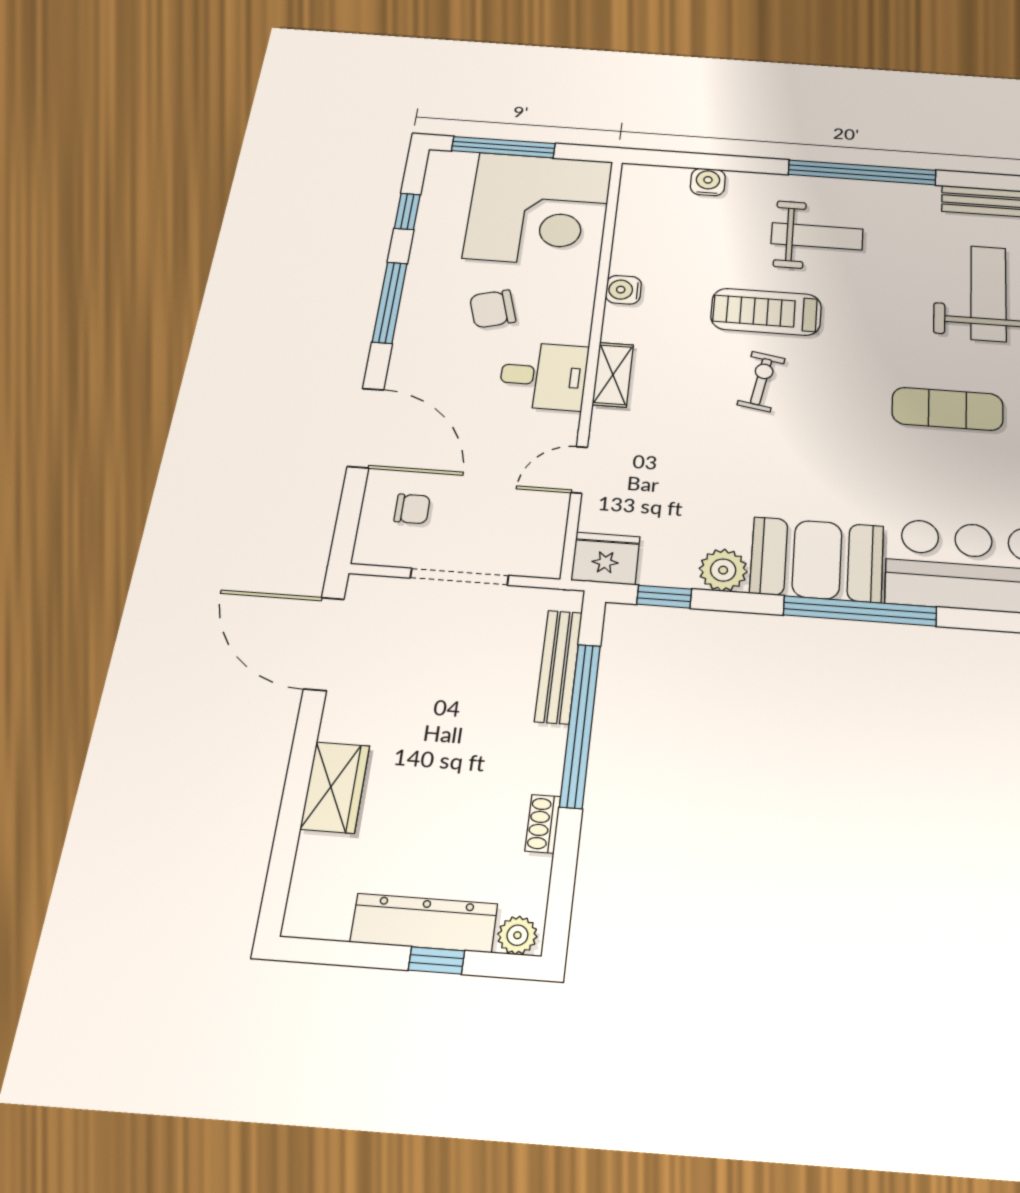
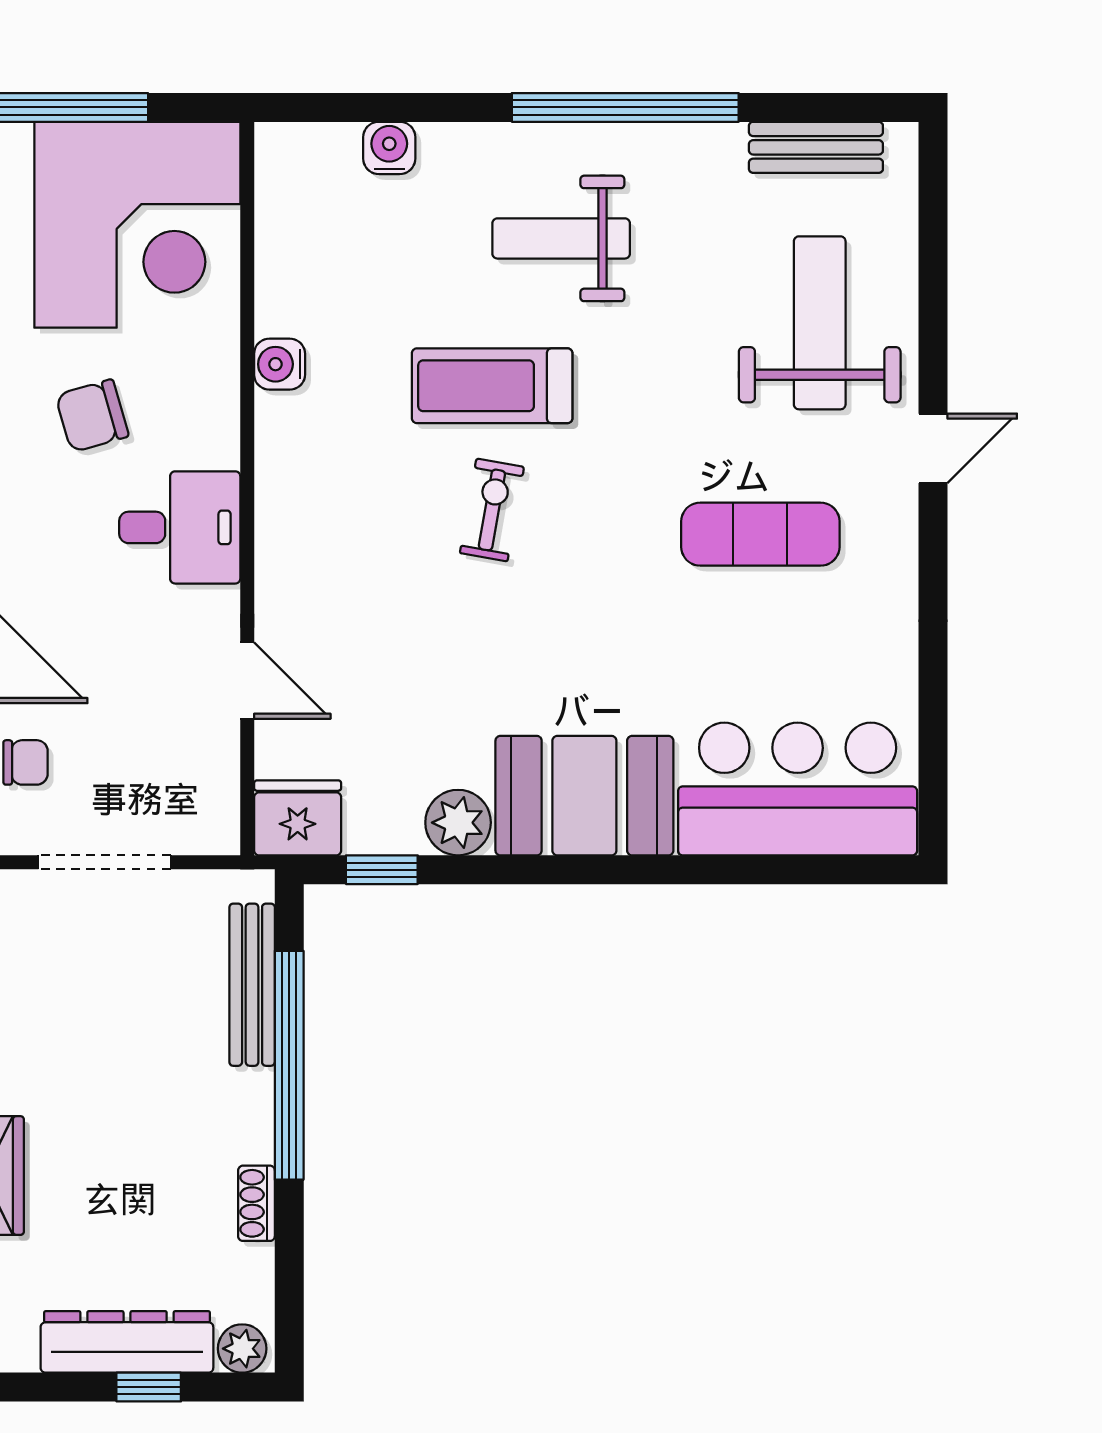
weight bench: (817, 236) -> (561, 238), turned 180
shelving: (613, 375) -> (279, 517), removed
door: (579, 470) -> (247, 681), swing flipped
window: (860, 611) -> (645, 870), removed

